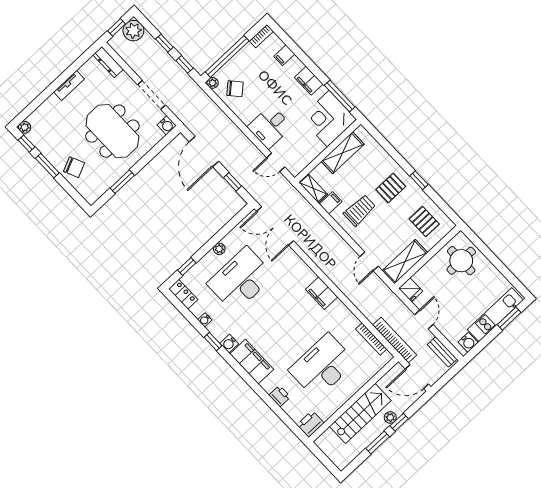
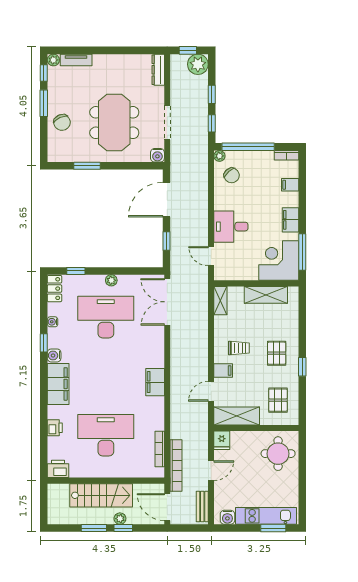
tv unit: (69, 85) -> (76, 60), moved
pallet: (391, 188) -> (277, 353), turned 90
filing cabinet: (331, 203) -> (223, 370), moved
trolley: (359, 210) -> (239, 348), width x0.73, depth x0.72

